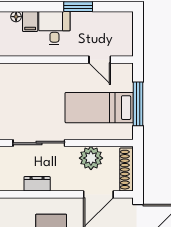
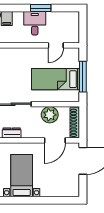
desk: (54, 28) -> (35, 23), moved
door: (100, 60) -> (56, 45), hinge flipped

